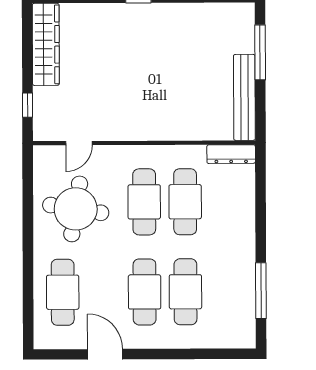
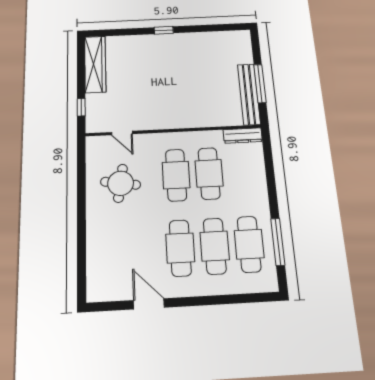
window: (260, 52) -> (260, 84), moved
door: (79, 143) -> (122, 133), hinge flipped
round table: (76, 209) -> (121, 183), width x0.73, depth x0.73
cafe table: (63, 292) -> (249, 244), moved

